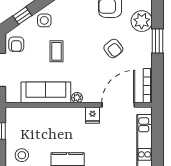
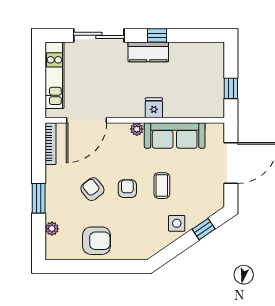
plant: (142, 21) -> (52, 229), width x0.53, depth x0.53
armchair: (16, 44) -> (127, 189), moved
fridge: (92, 115) -> (154, 108), moved
stool: (22, 155) -> (204, 59), removed

